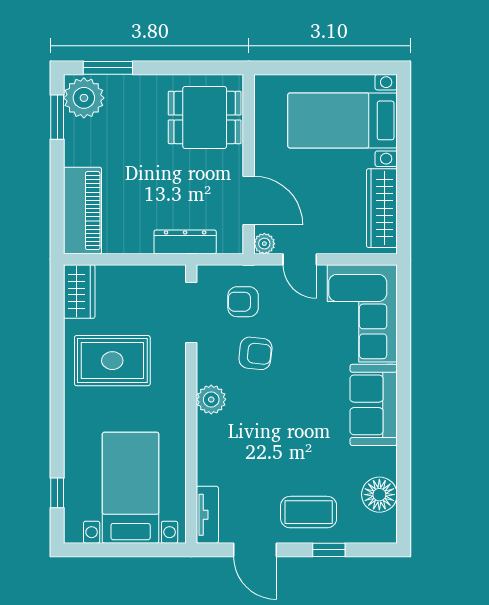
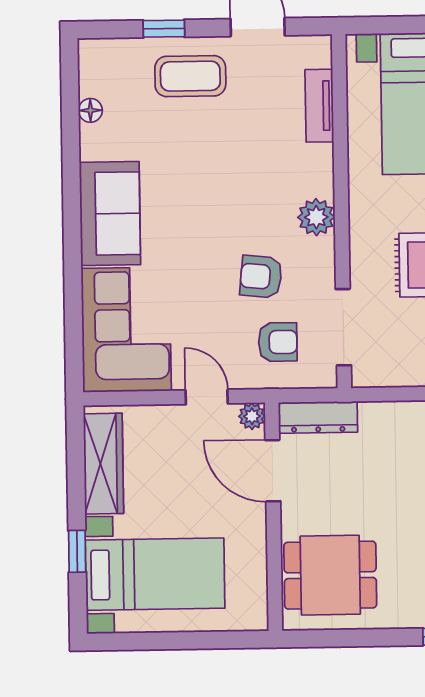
window: (404, 139) -> (77, 551), added
dresser: (185, 242) -> (318, 417), moved
floor lamp: (379, 495) -> (90, 110), width x0.53, depth x0.53
tv unit: (207, 515) -> (319, 106), moved

